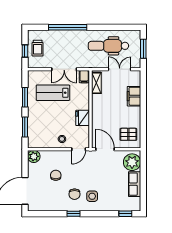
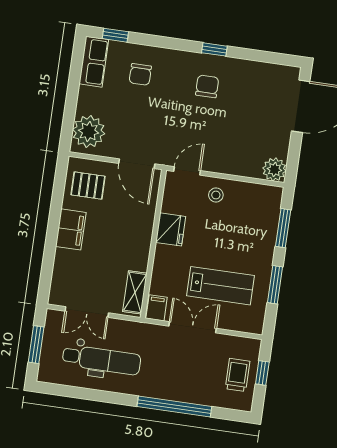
filing cabinet: (134, 96) -> (71, 229), moved
chair: (56, 175) -> (140, 74), moved
row of seats: (135, 184) -> (94, 62), moved
side table: (92, 196) -> (174, 78), removed

